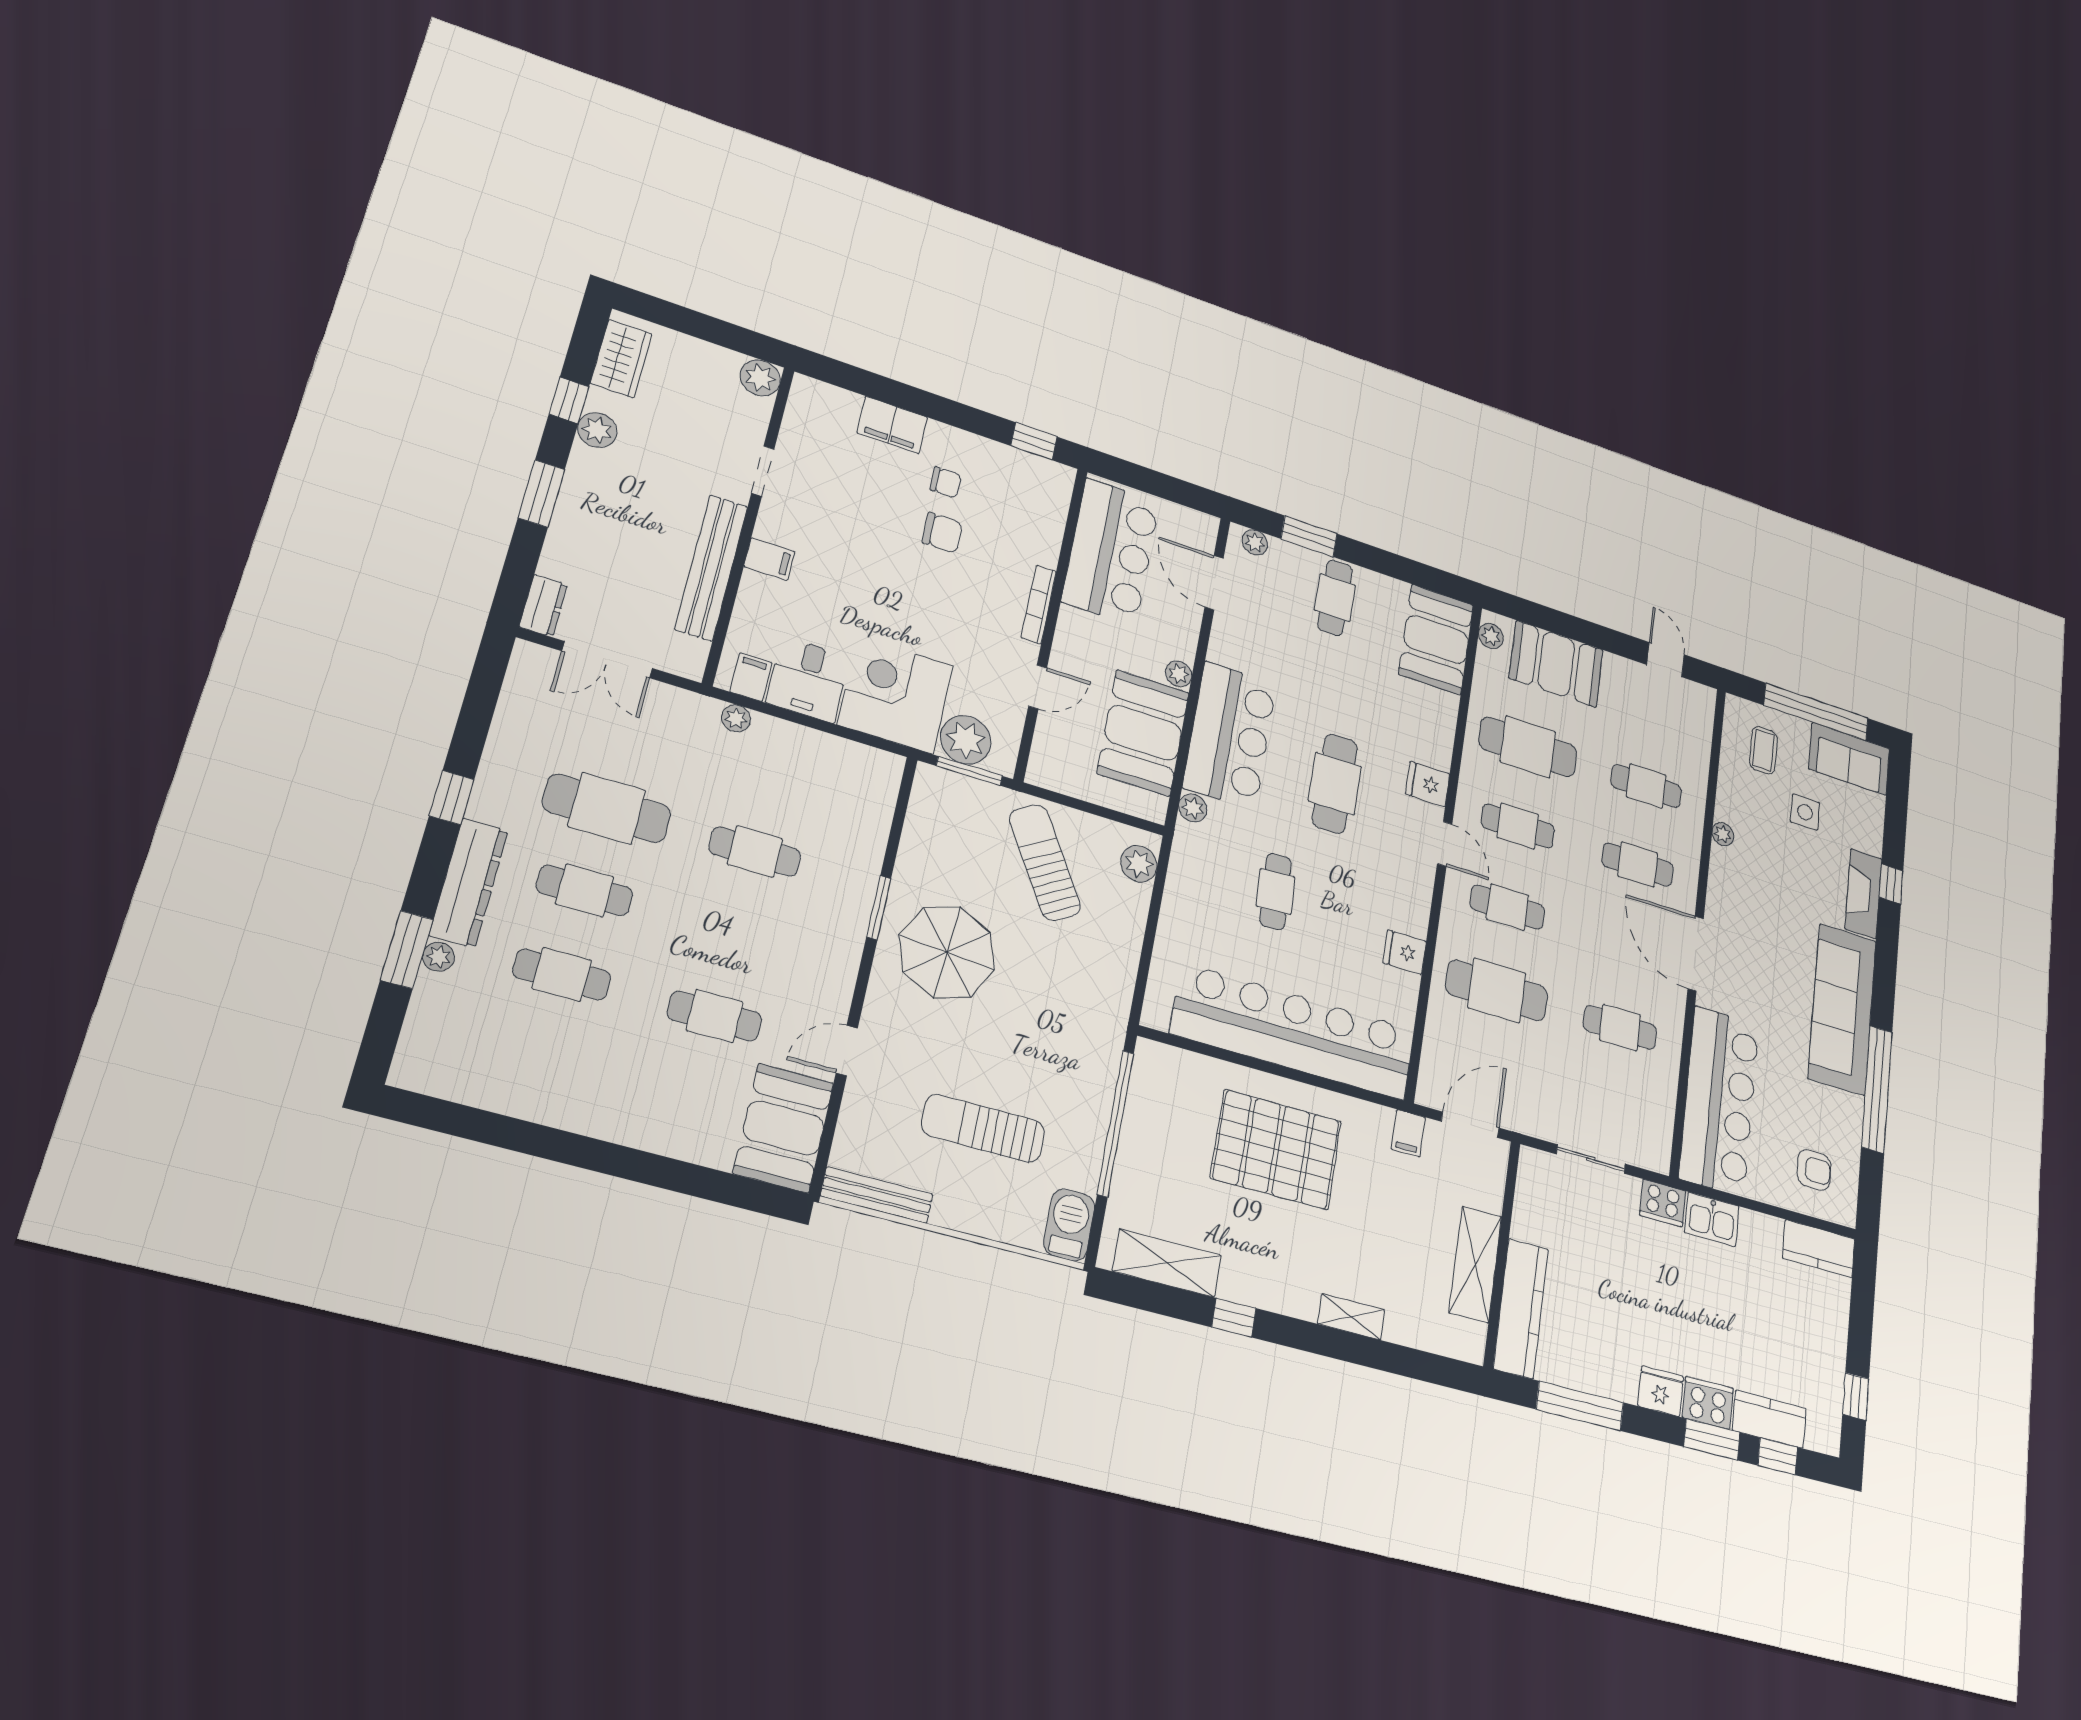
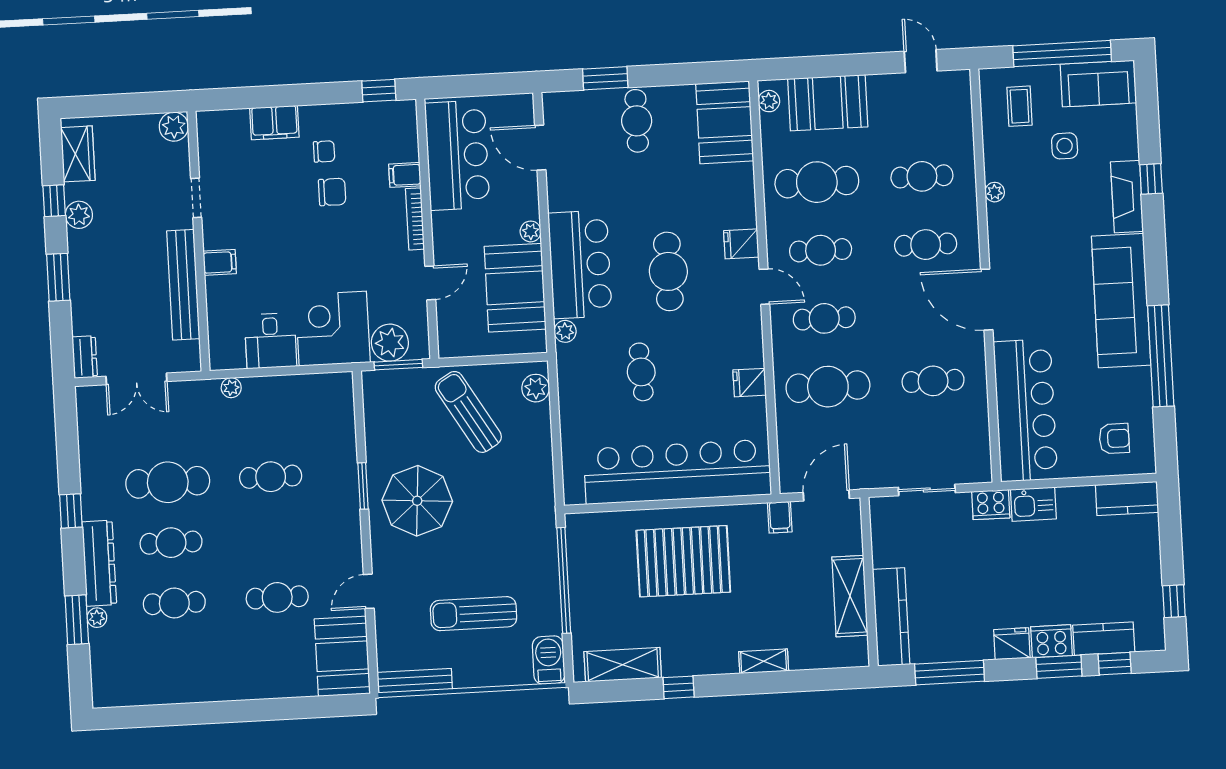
plant: (1255, 542) -> (564, 101), removed
filing cabinet: (751, 677) -> (405, 175), moved, turned -90

